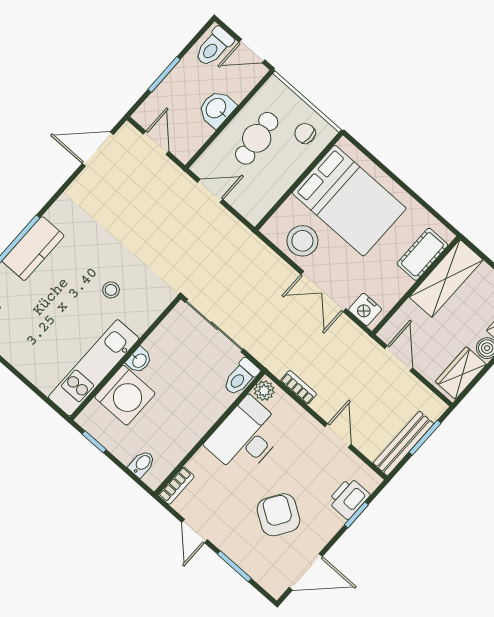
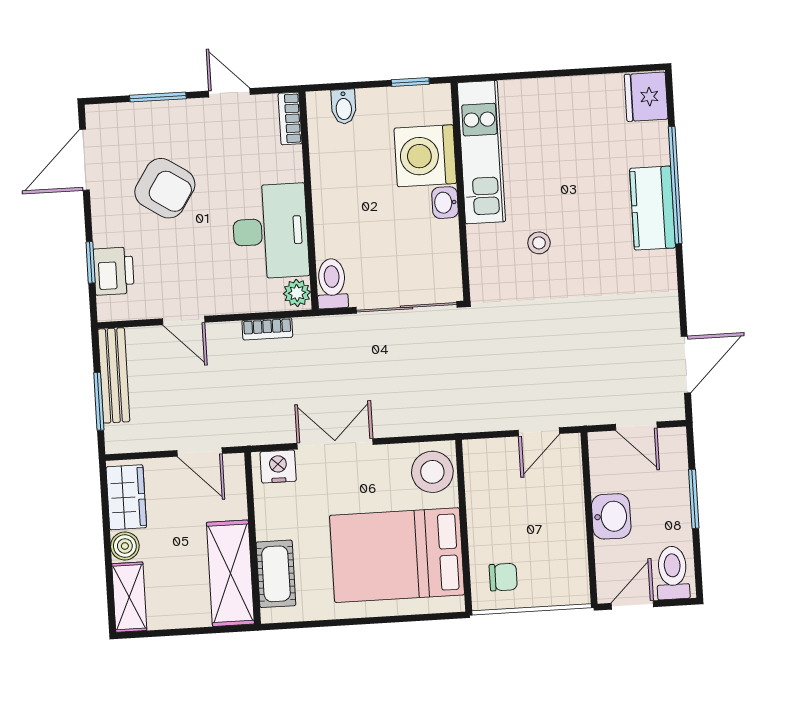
cafe table: (257, 138) -> (545, 526), removed
stool: (302, 241) -> (432, 472), moved

